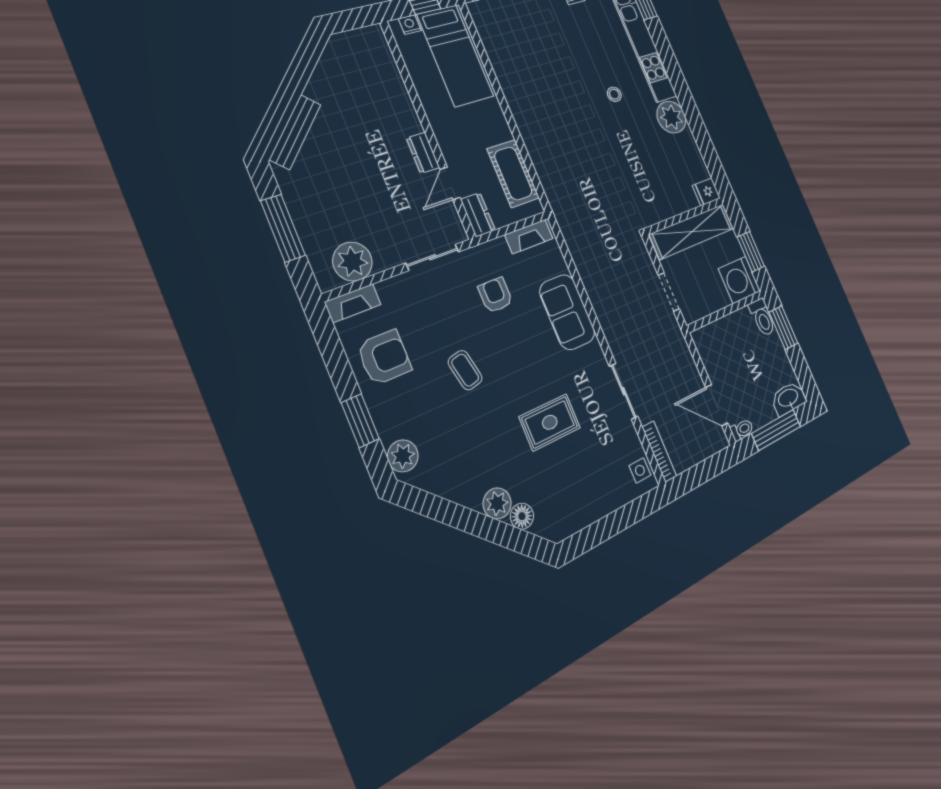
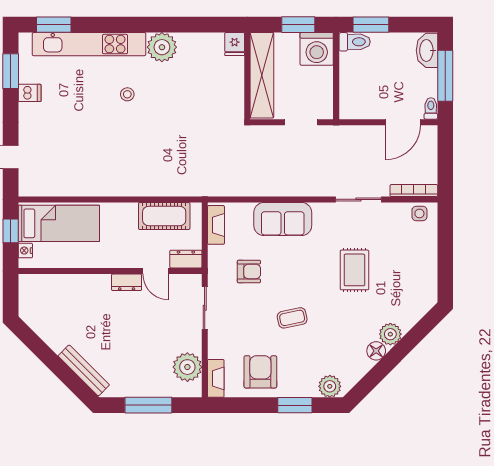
armchair: (495, 295) -> (249, 271), turned 180
floor lamp: (522, 516) -> (376, 351), moved

